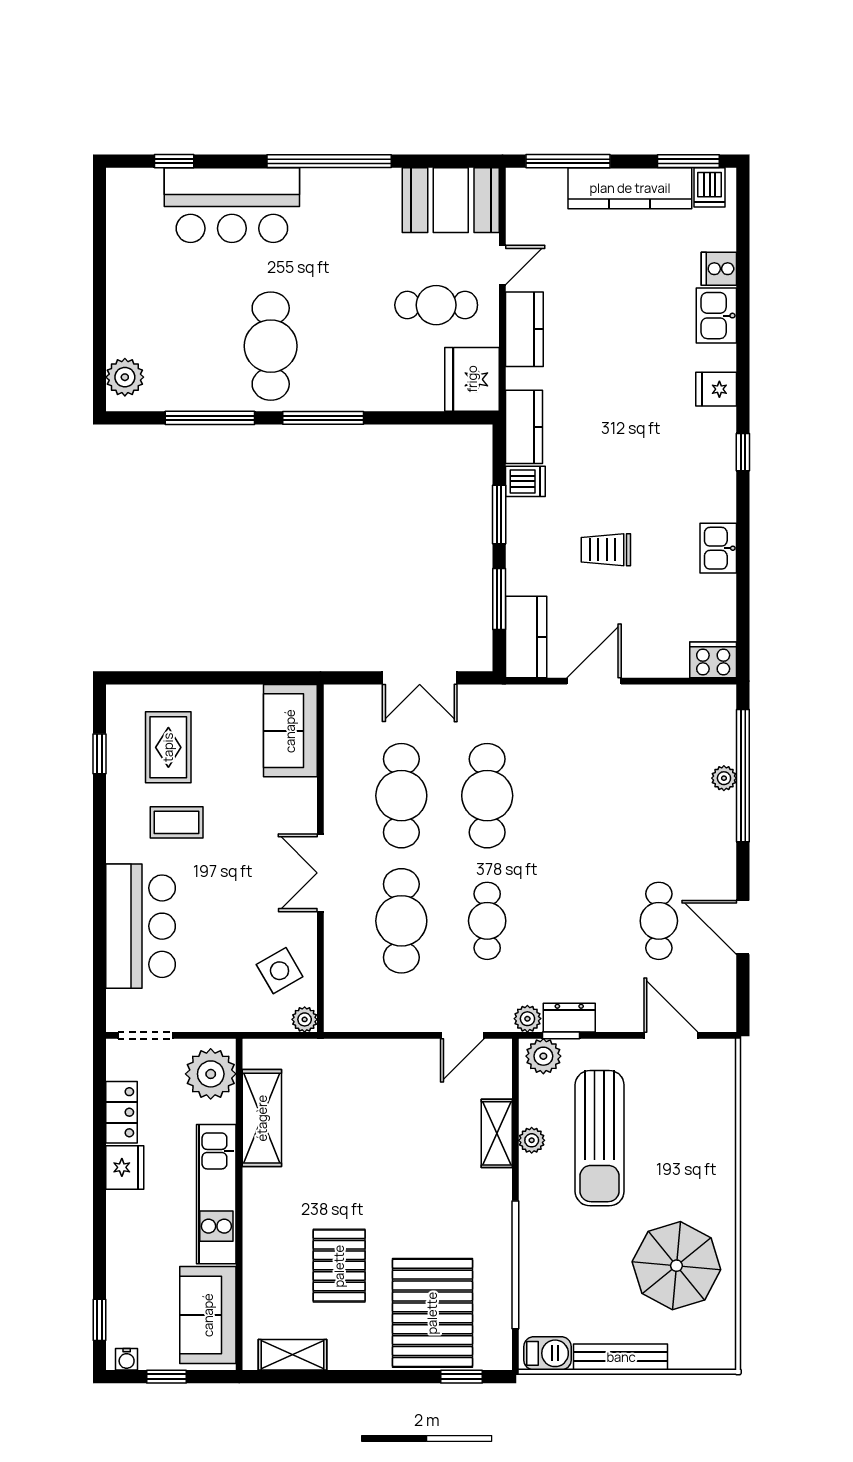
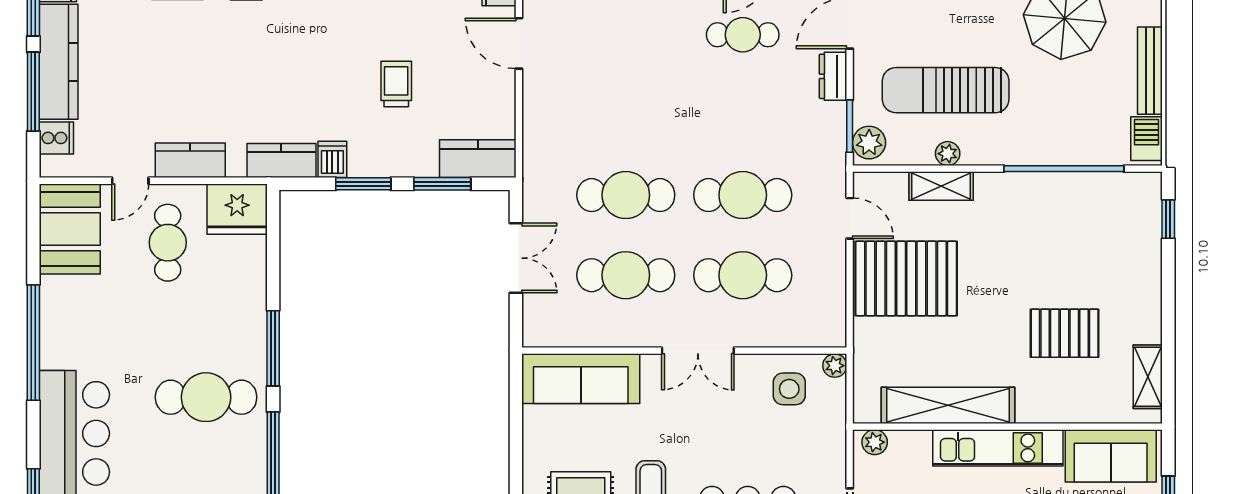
window: (568, 161) -> (33, 92), moved
cooker: (548, 186) -> (56, 138), added
door: (502, 265) -> (130, 181), swing flipped
trolley: (606, 550) -> (396, 84), turned 180
door: (594, 681) -> (519, 43), moved
sofa: (290, 731) -> (581, 379), width x1.36
cafe table: (487, 921) -> (743, 195), width x1.37, depth x1.35
side table: (280, 971) -> (789, 389), turned 30
dresser: (569, 1018) -> (833, 76), moved
plant: (527, 1019) -> (834, 157), removed
window: (561, 1035) -> (850, 126), width x1.50
plant: (211, 1074) -> (875, 442), width x0.53, depth x0.53
shelving: (262, 1118) -> (948, 405), width x1.47
sun lounger: (600, 1138) -> (946, 90), turned 180
pallet: (432, 1313) -> (906, 278), moved

